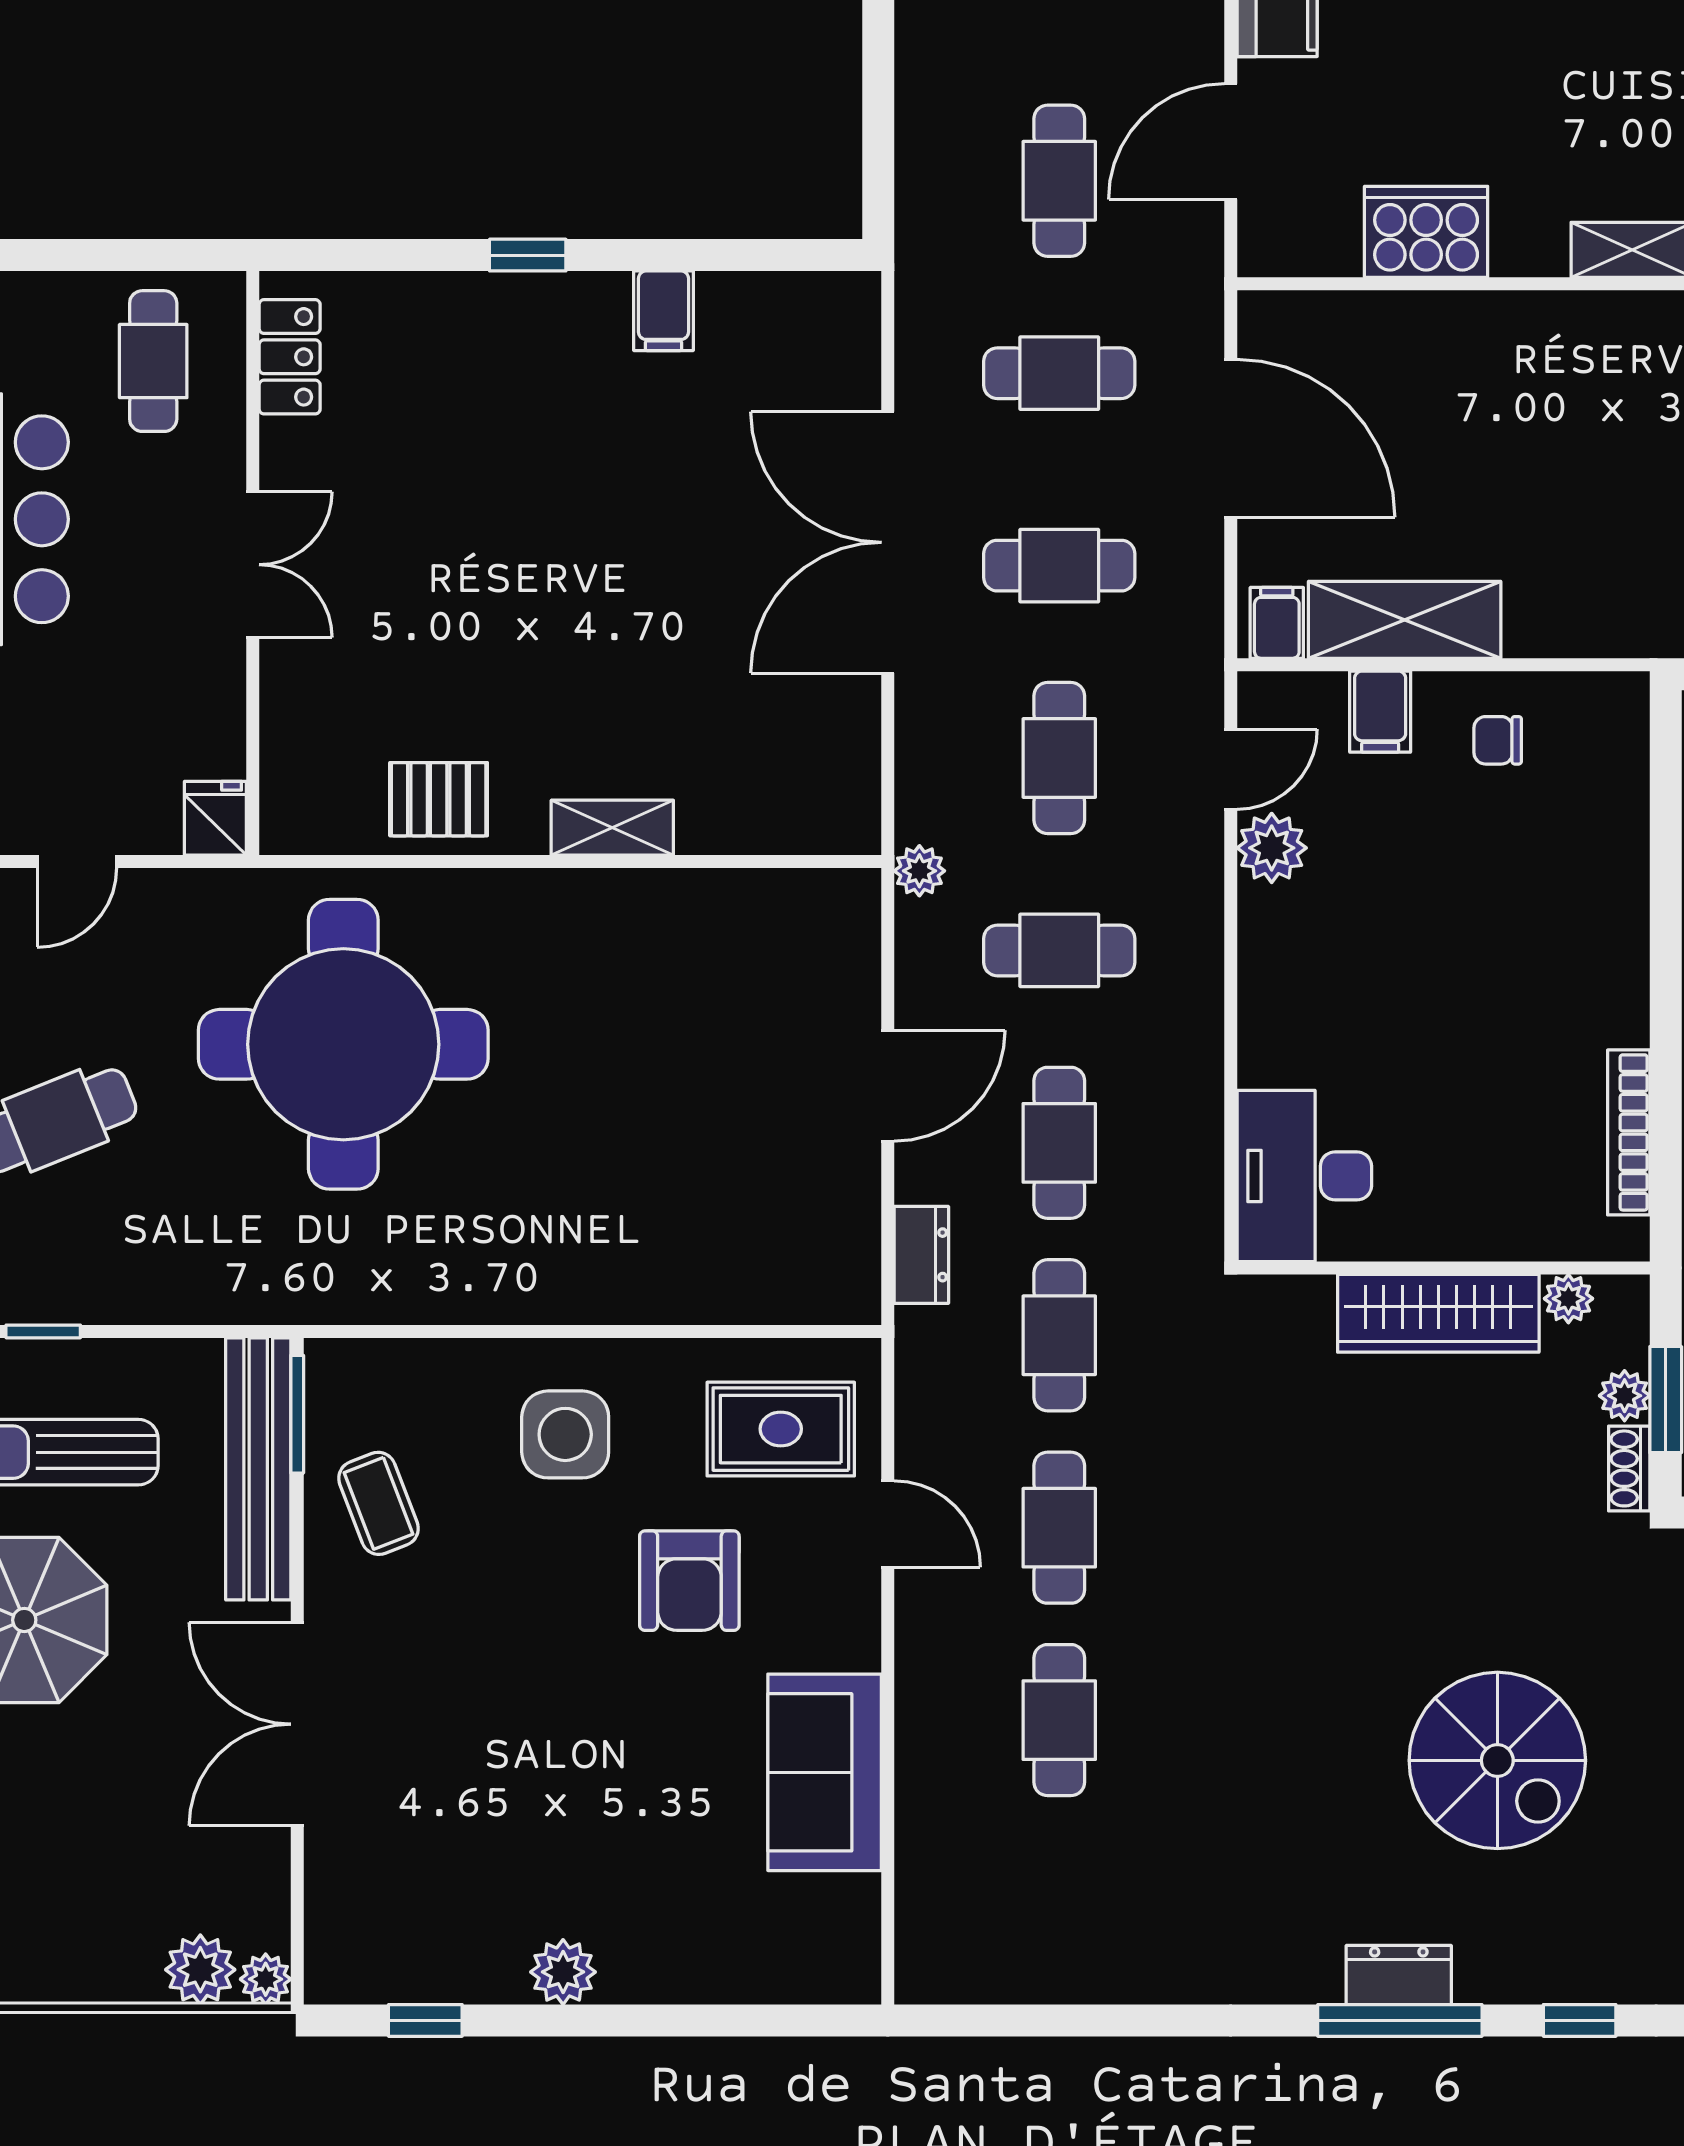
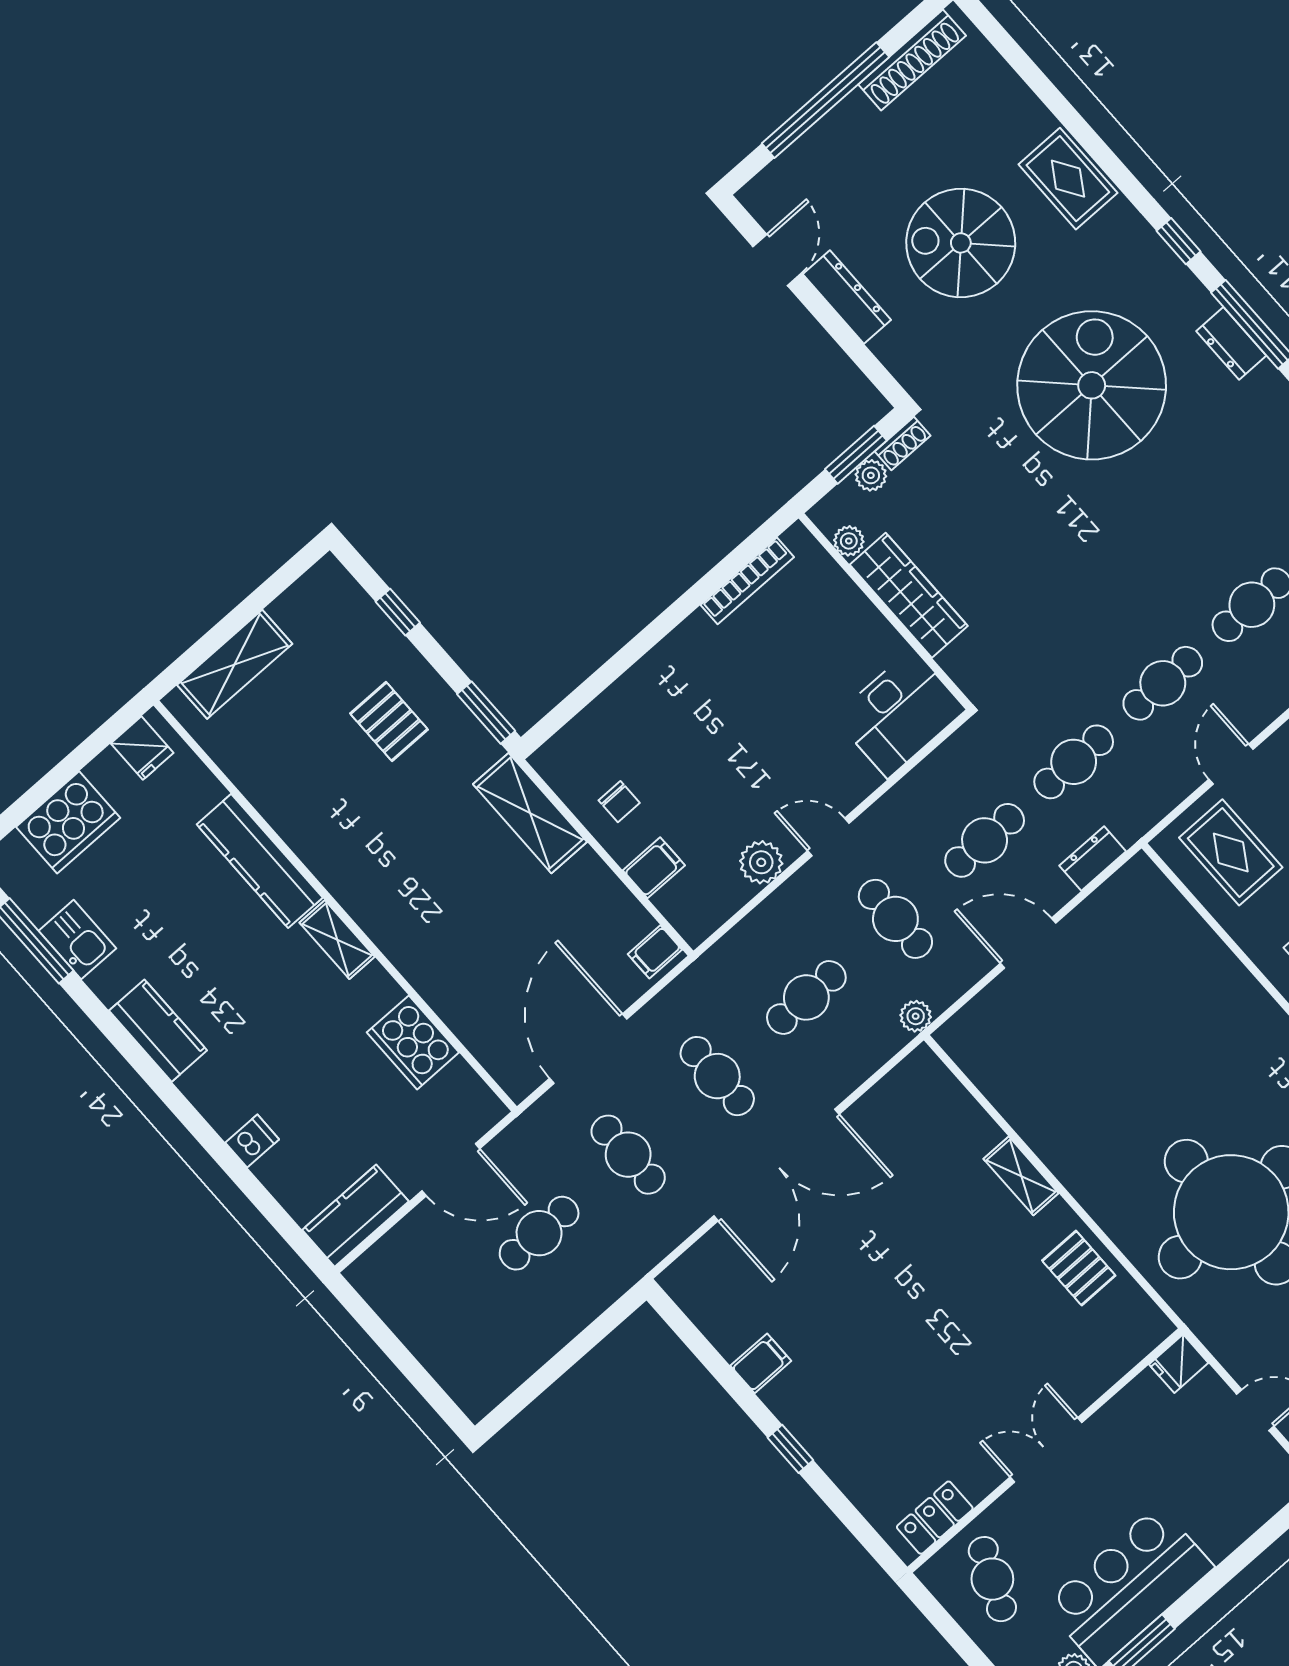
cafe table: (153, 361) -> (992, 1579), turned -66
shelving: (1405, 620) -> (530, 813), moved
door: (1231, 769) -> (828, 837), moved
spiral stairs: (1497, 1760) -> (1092, 385), width x1.37, depth x1.37

